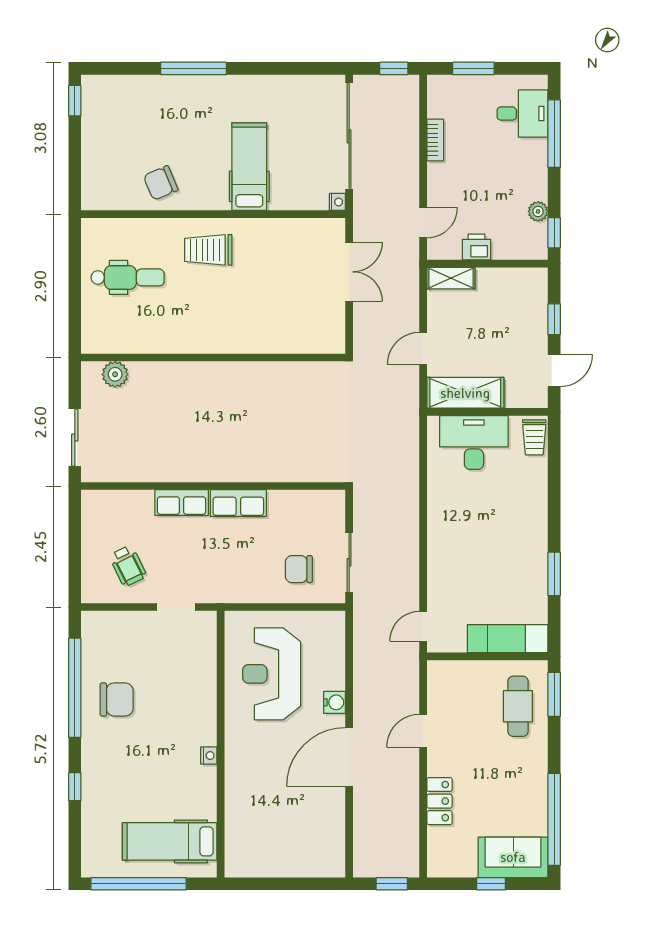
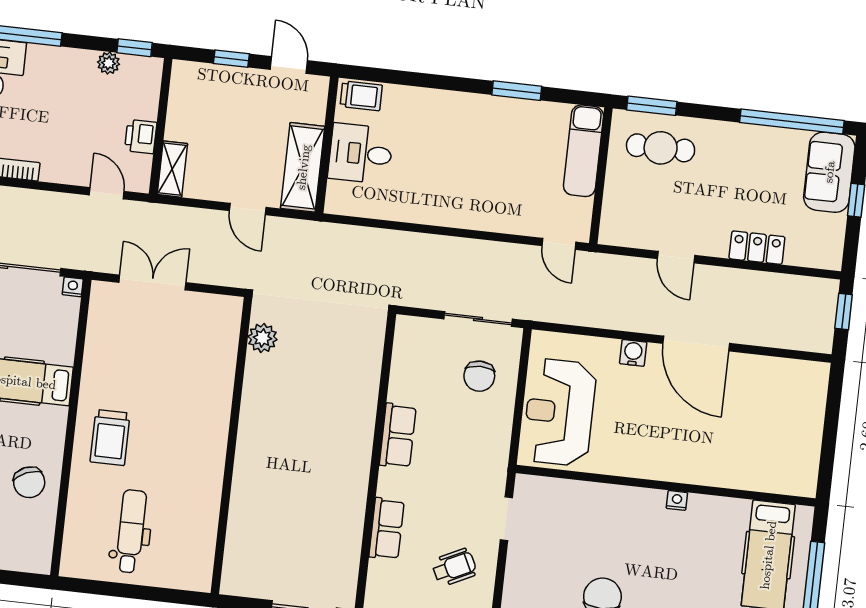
plant: (115, 374) -> (263, 338), moved
desk: (474, 442) -> (361, 154), width x0.73
row of seats: (182, 502) -> (387, 529), moved
reception desk: (272, 674) -> (559, 412), moved, turned 90

